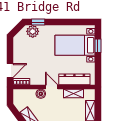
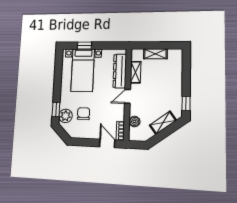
chair: (35, 48) -> (84, 114), added
boiler: (41, 94) -> (134, 122), moved

